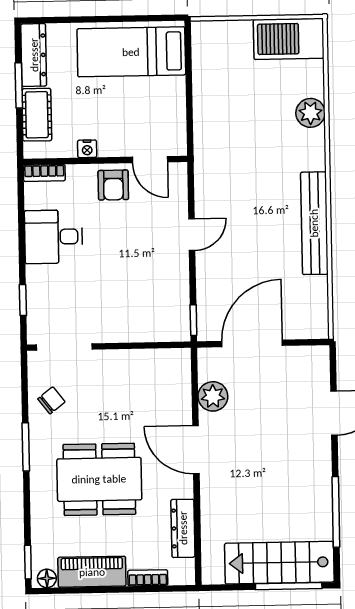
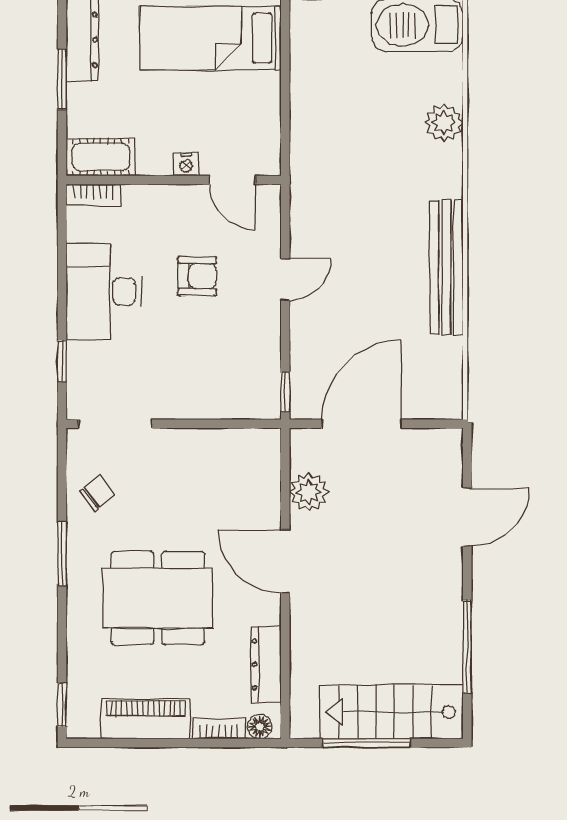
cot: (37, 115) -> (101, 157), moved, turned 90
nightstand: (87, 149) -> (186, 164), moved
armchair: (113, 185) -> (197, 276), moved, turned -90
desk: (54, 237) -> (104, 292), width x1.37
floor lamp: (47, 578) -> (260, 727), moved
window: (289, 586) -> (366, 743), moved

